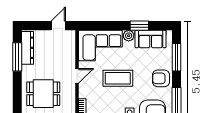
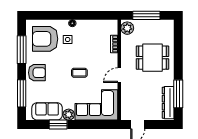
coffee table: (118, 78) -> (79, 73), width x0.54, depth x0.58

